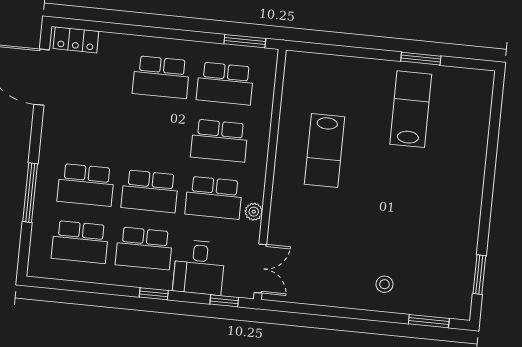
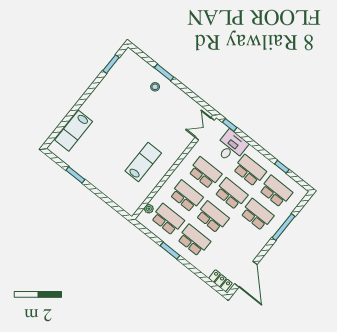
window: (245, 41) -> (170, 251), moved
lab bench: (411, 109) -> (74, 131), moved
school desk: (155, 134) -> (212, 217), added
plant: (254, 212) -> (149, 209), moved
window: (154, 294) -> (282, 167), moved
window: (429, 321) -> (164, 72), moved

